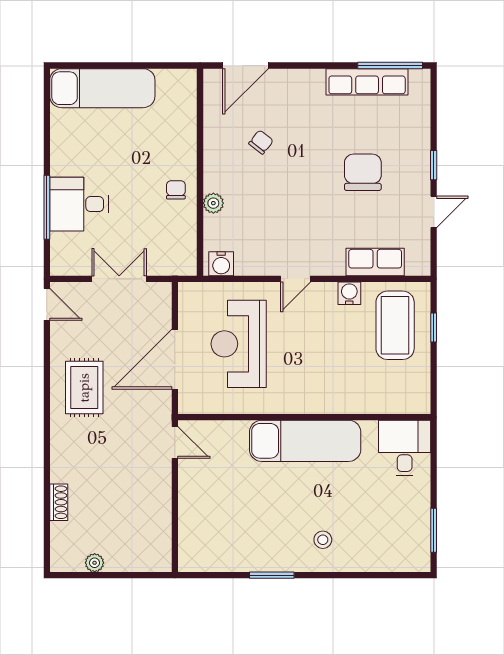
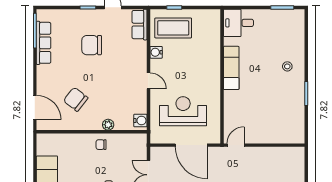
chair: (261, 142) -> (76, 99), width x1.87, depth x1.87
row of seats: (375, 262) -> (139, 25), moved
reception desk: (239, 344) -> (183, 111), turned 180
exam couch: (305, 441) -> (231, 68), width x0.73, depth x0.69

